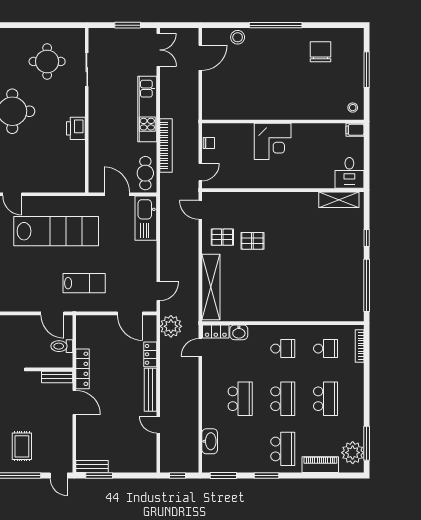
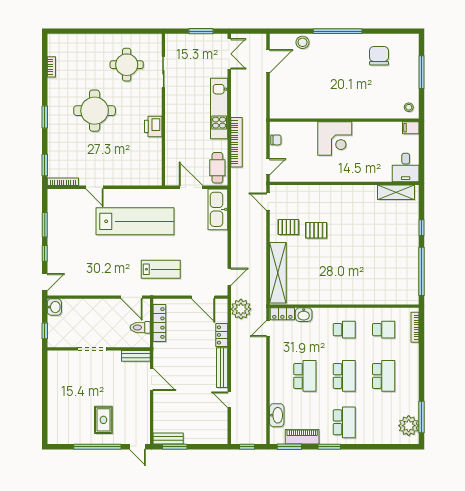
locker: (83, 369) -> (159, 323), moved
piano: (320, 465) -> (302, 437), moved

